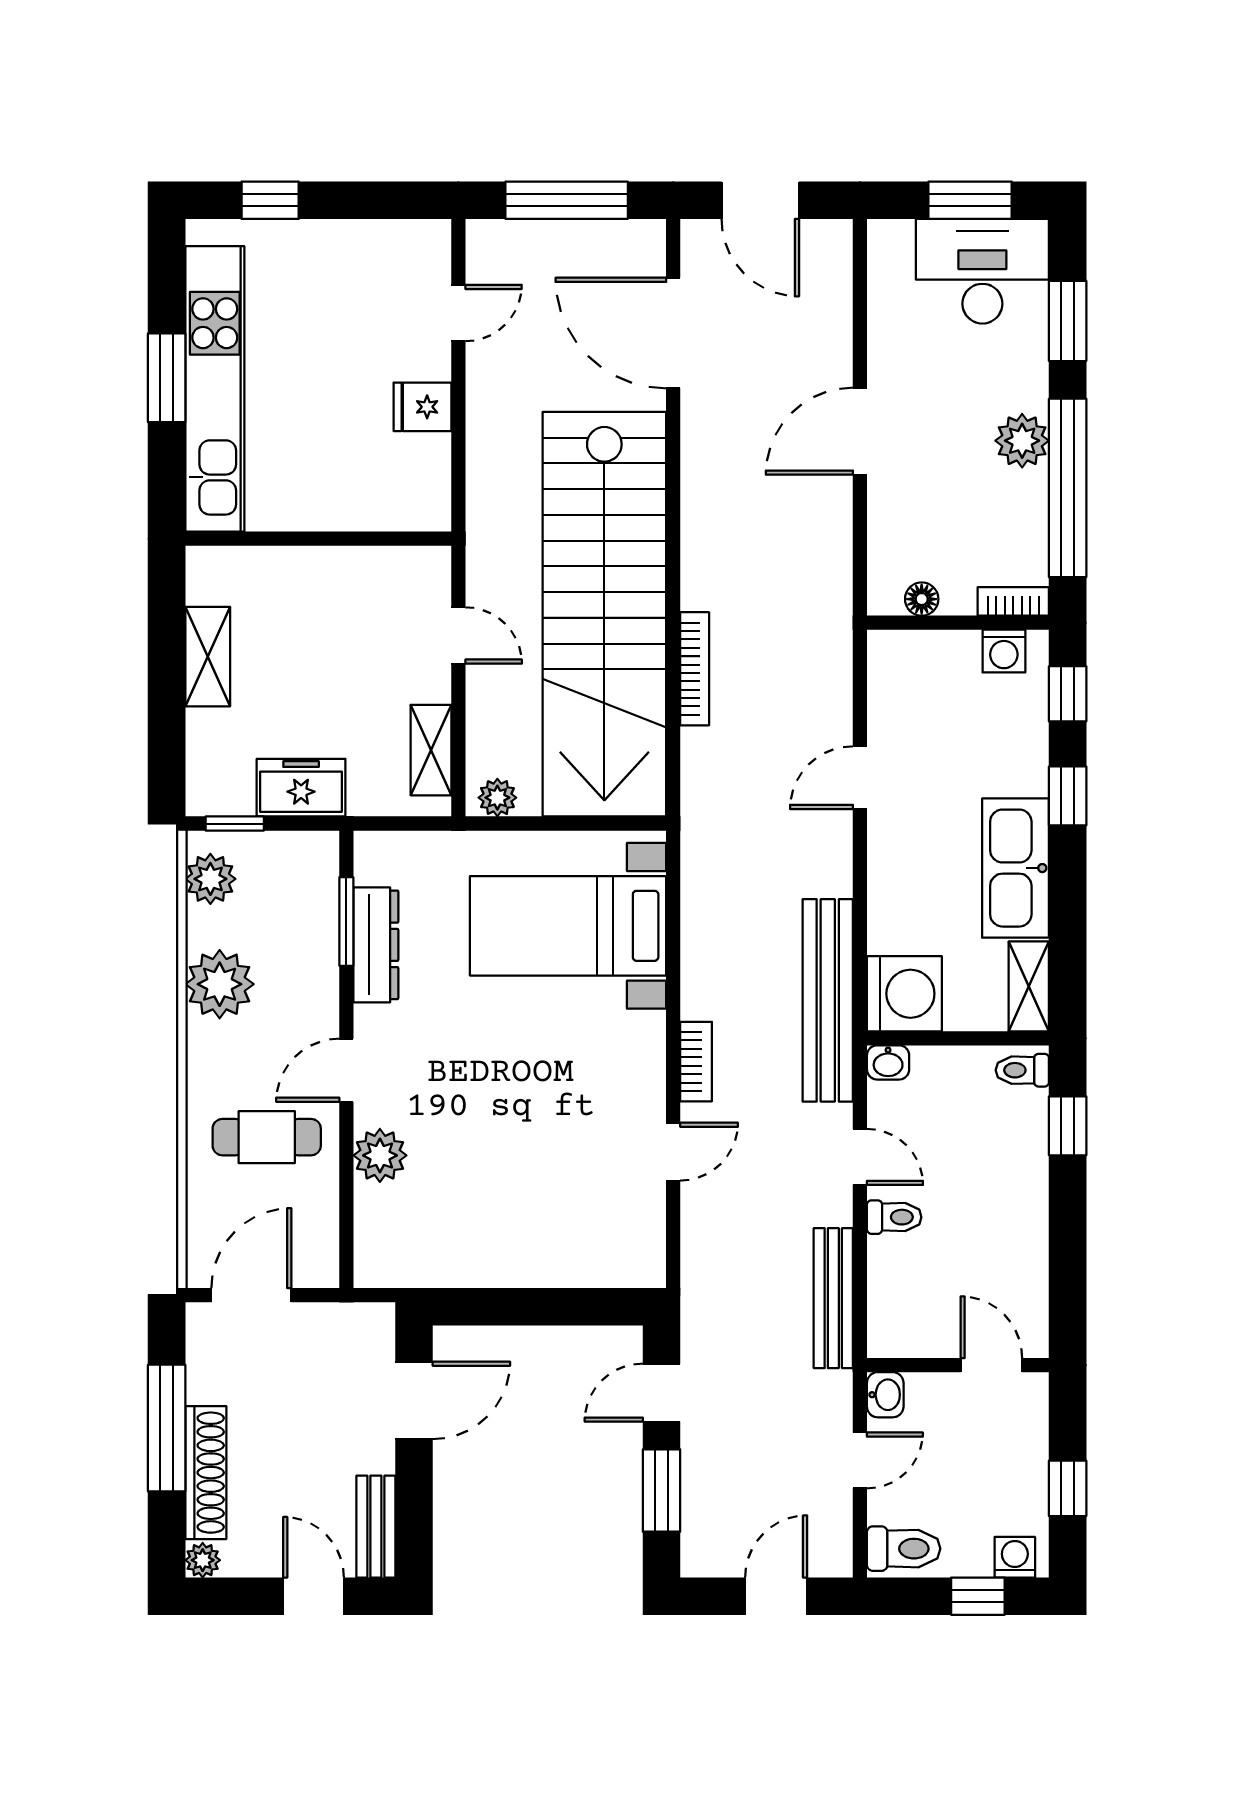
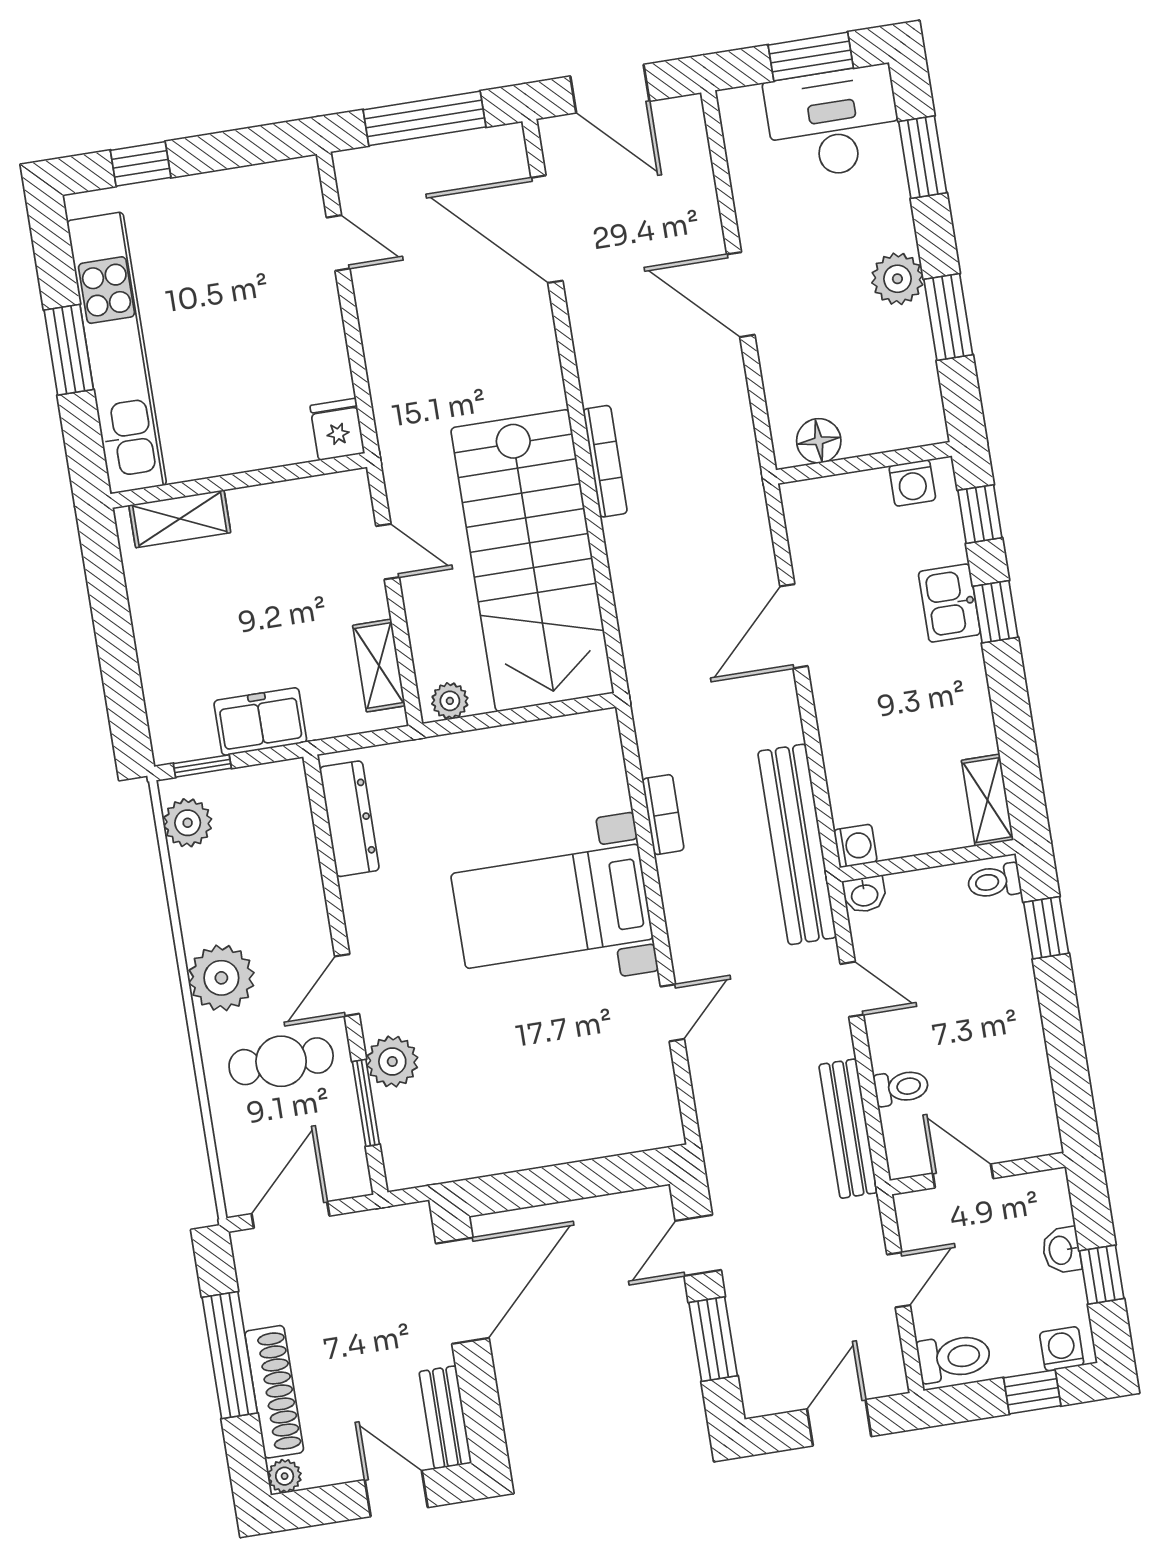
door: (458, 313) -> (338, 243), hinge flipped
fridge: (422, 407) -> (337, 429), moved, turned 90
door: (860, 431) -> (741, 295), hinge flipped
window: (1068, 488) -> (948, 317), width x0.47
floor lamp: (922, 599) -> (819, 441), width x1.37, depth x1.37
bookcase: (1013, 601) -> (914, 434), removed
stairs: (604, 614) -> (532, 561), width x0.73
shelving: (208, 657) -> (180, 519), moved, turned 90
bookcase: (695, 669) -> (605, 461), moved
door: (860, 778) -> (794, 626), width x1.38
kitchen sink: (1016, 868) -> (949, 603), moved, width x0.53, depth x0.81
window: (346, 921) -> (366, 1103), moved
bed with nightstands: (568, 926) -> (552, 906), moved
dresser: (376, 945) -> (349, 819), moved
plant: (220, 984) -> (221, 978), moved
washing machine: (904, 994) -> (855, 846), width x0.53, depth x0.53
bookcase: (696, 1062) -> (663, 815), moved
toilet: (894, 1217) -> (901, 1087), moved
door: (991, 1365) -> (963, 1176), moved
washbasin: (885, 1395) -> (1061, 1250), moved, turned 180
door: (414, 1400) -> (462, 1291), width x1.36

